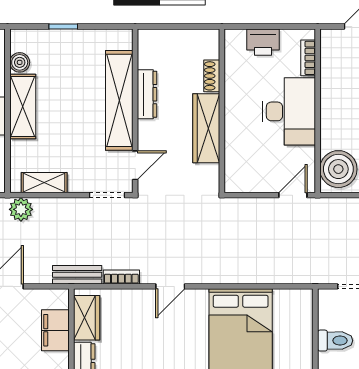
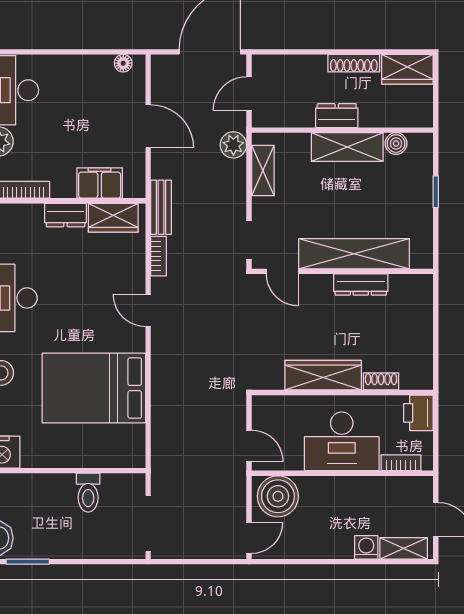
shoe rack: (212, 76) -> (381, 381), moved
wall: (222, 111) -> (342, 392), moved
wardrobe: (206, 128) -> (323, 375), moved

